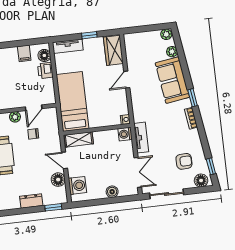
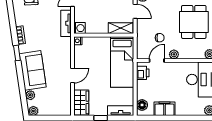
filing cabinet: (24, 53) -> (164, 109), width x2.00
printer: (45, 70) -> (143, 73), moved

